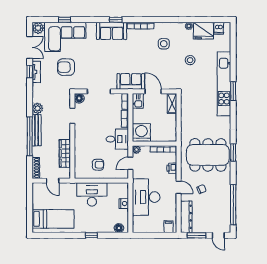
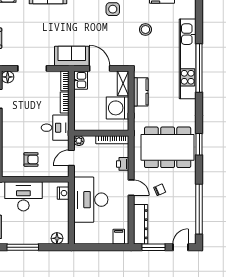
window: (233, 91) -> (199, 68), width x2.11
kitchen counter: (186, 110) -> (141, 92), added
washing machine: (141, 133) -> (117, 108), moved, turned -90
nightstand: (124, 204) -> (63, 193), moved
window: (91, 235) -> (23, 247), width x2.17
door: (218, 235) -> (181, 247), swing flipped

